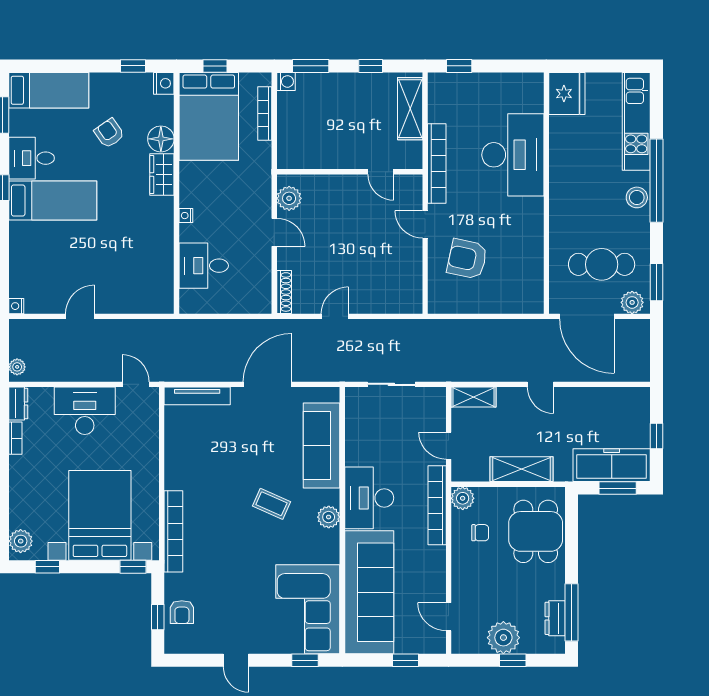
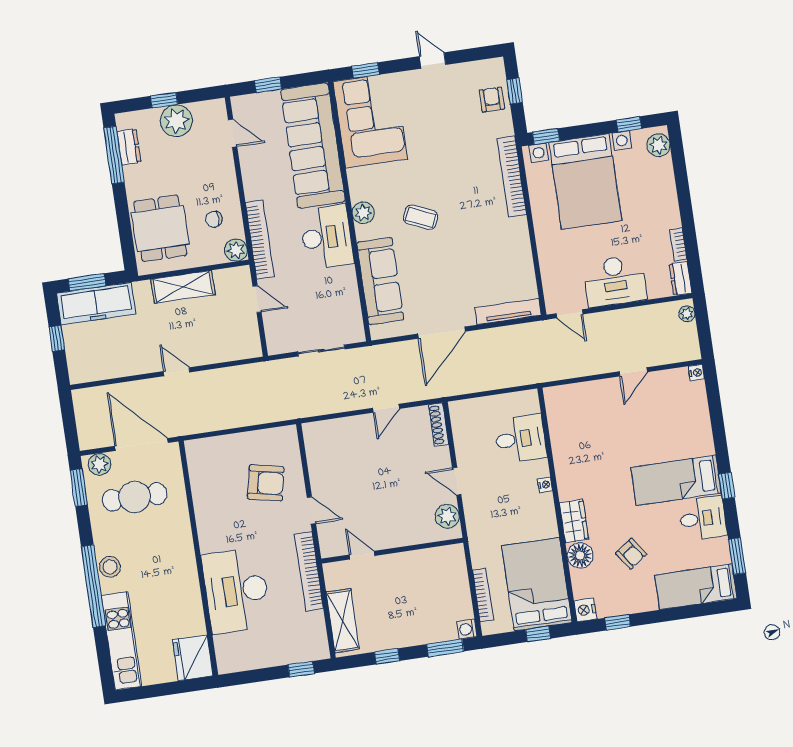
shelving: (474, 397) -> (240, 350), removed

